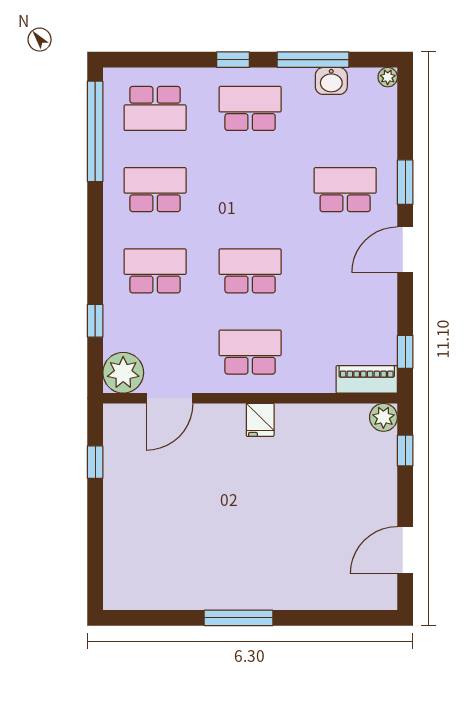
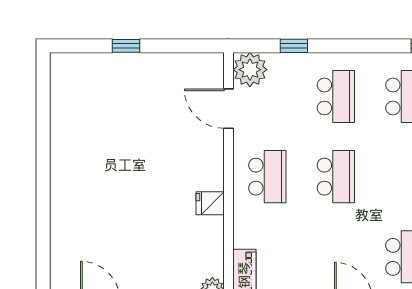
fridge: (260, 420) -> (210, 203), moved
window: (95, 462) -> (126, 46), moved
window: (238, 618) -> (43, 167), removed

